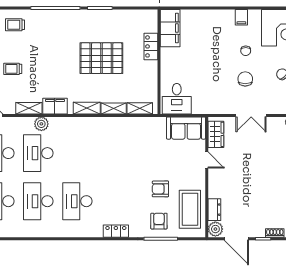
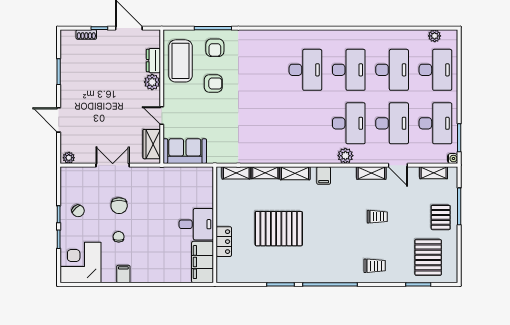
desk: (177, 99) -> (196, 224), moved, turned 90
filing cabinet: (55, 106) -> (324, 175), width x0.50
shelving: (29, 108) -> (371, 173), moved
plant: (215, 229) -> (152, 82), moved
locker: (116, 231) -> (263, 37), removed

